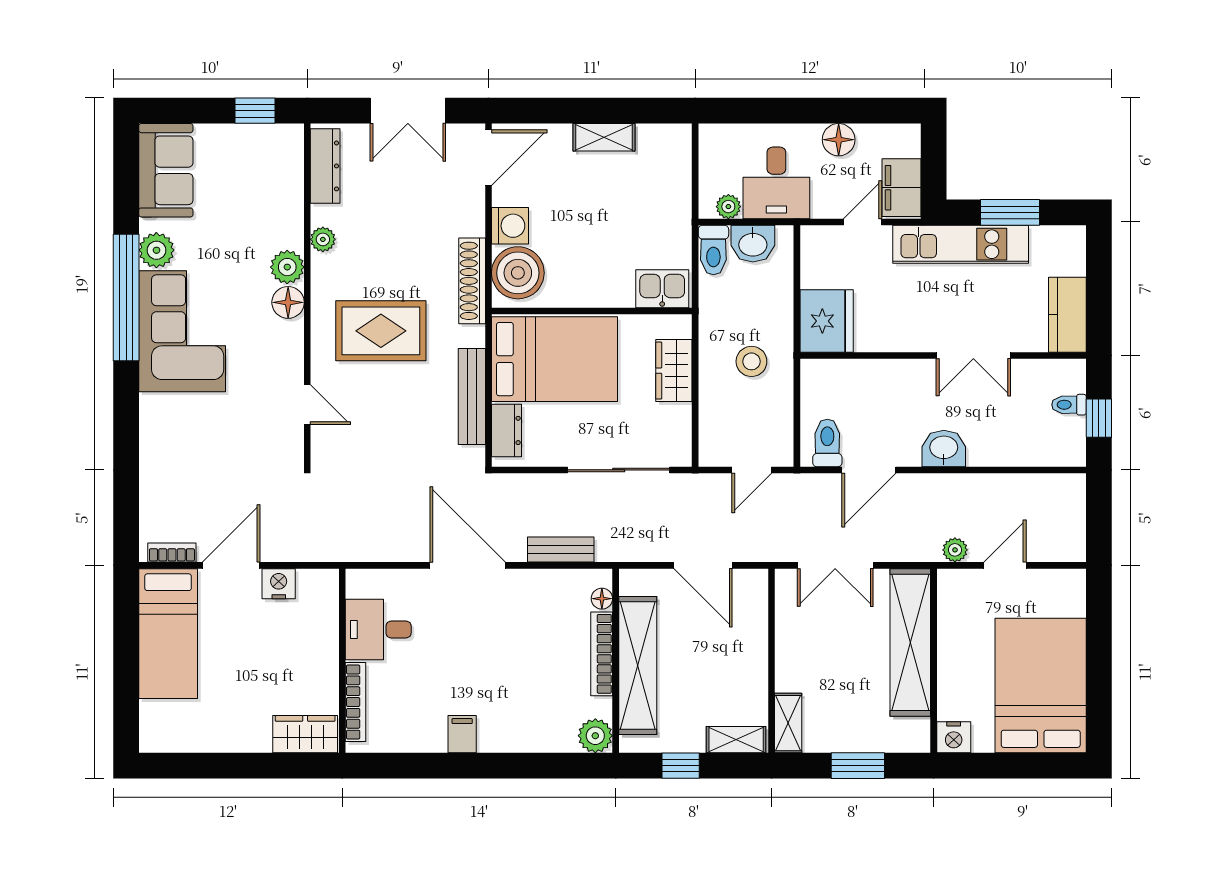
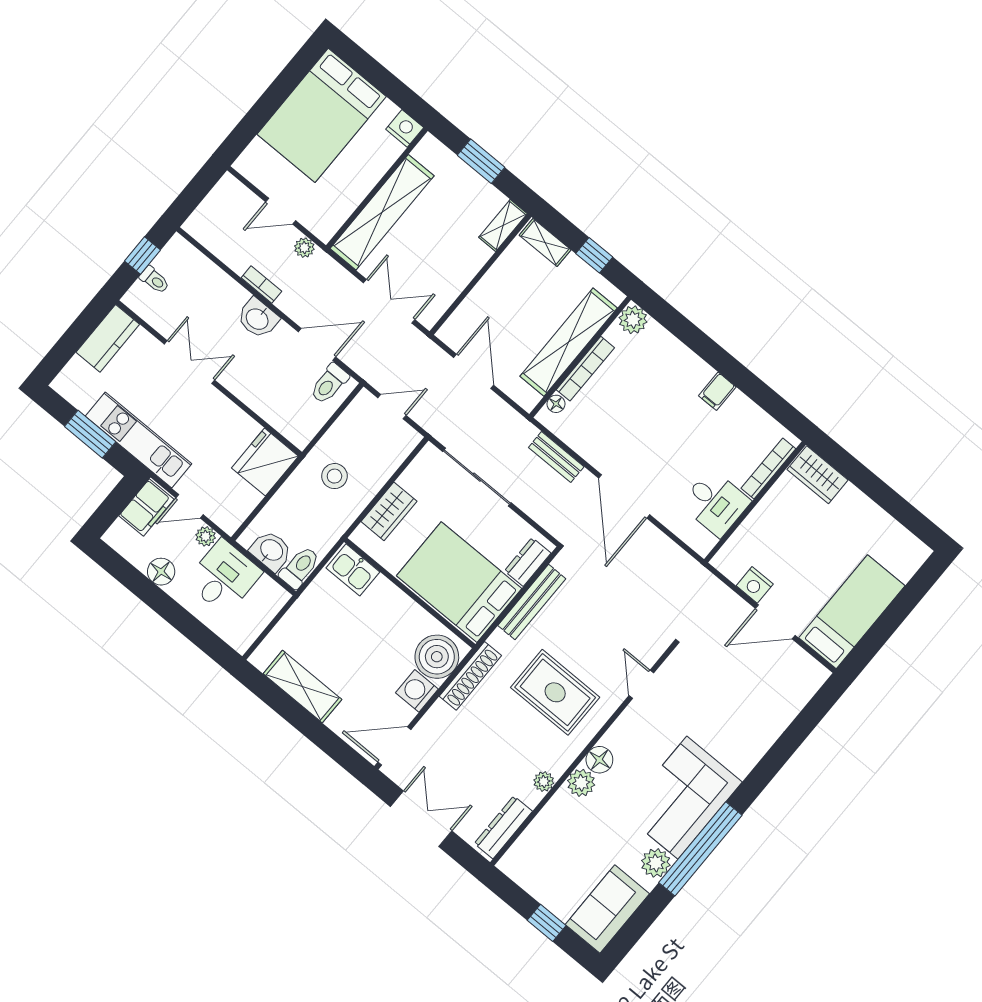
window: (255, 111) -> (547, 923), moved
shelving: (604, 137) -> (302, 687), width x1.50, depth x1.33
plant: (728, 207) -> (206, 536), moved
bookcase: (172, 553) -> (261, 284), moved, turned 180

